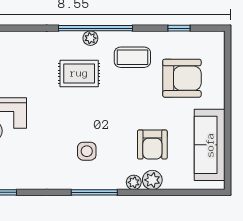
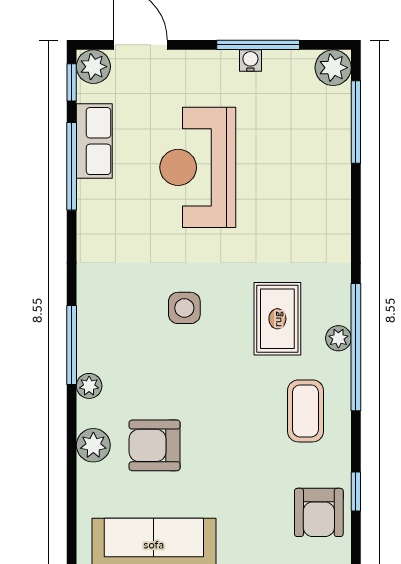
armchair: (182, 78) -> (319, 512), moved, width x0.73, depth x0.73
side table: (87, 151) -> (184, 308), moved
plant: (134, 182) -> (89, 386), moved

